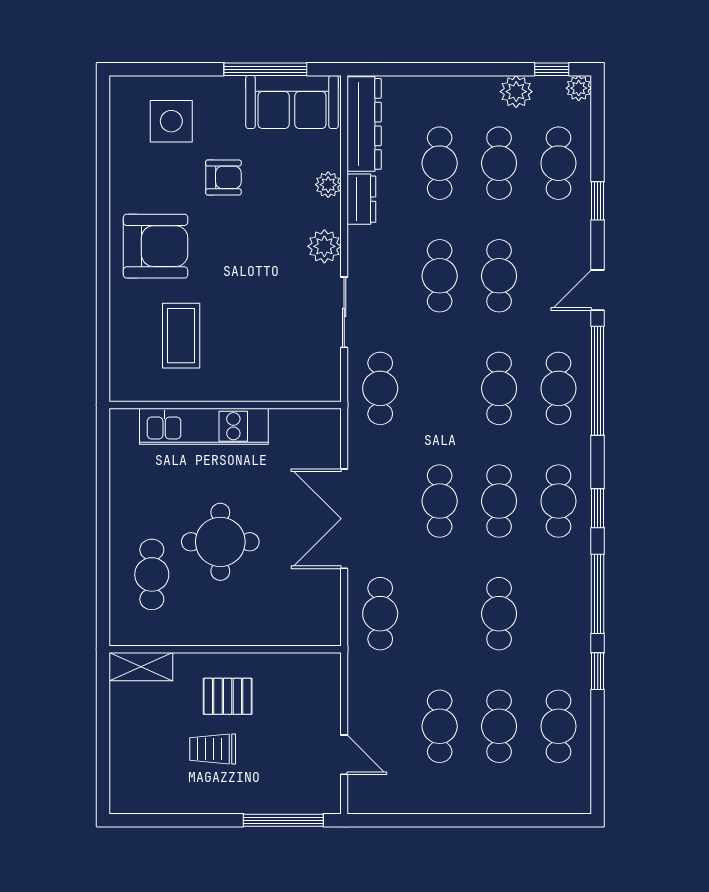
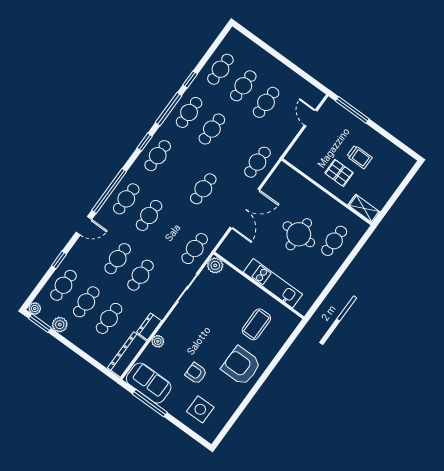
window: (552, 69) -> (40, 323), width x1.50
plant: (324, 246) -> (215, 265), moved
cafe table: (499, 501) -> (189, 112), moved

